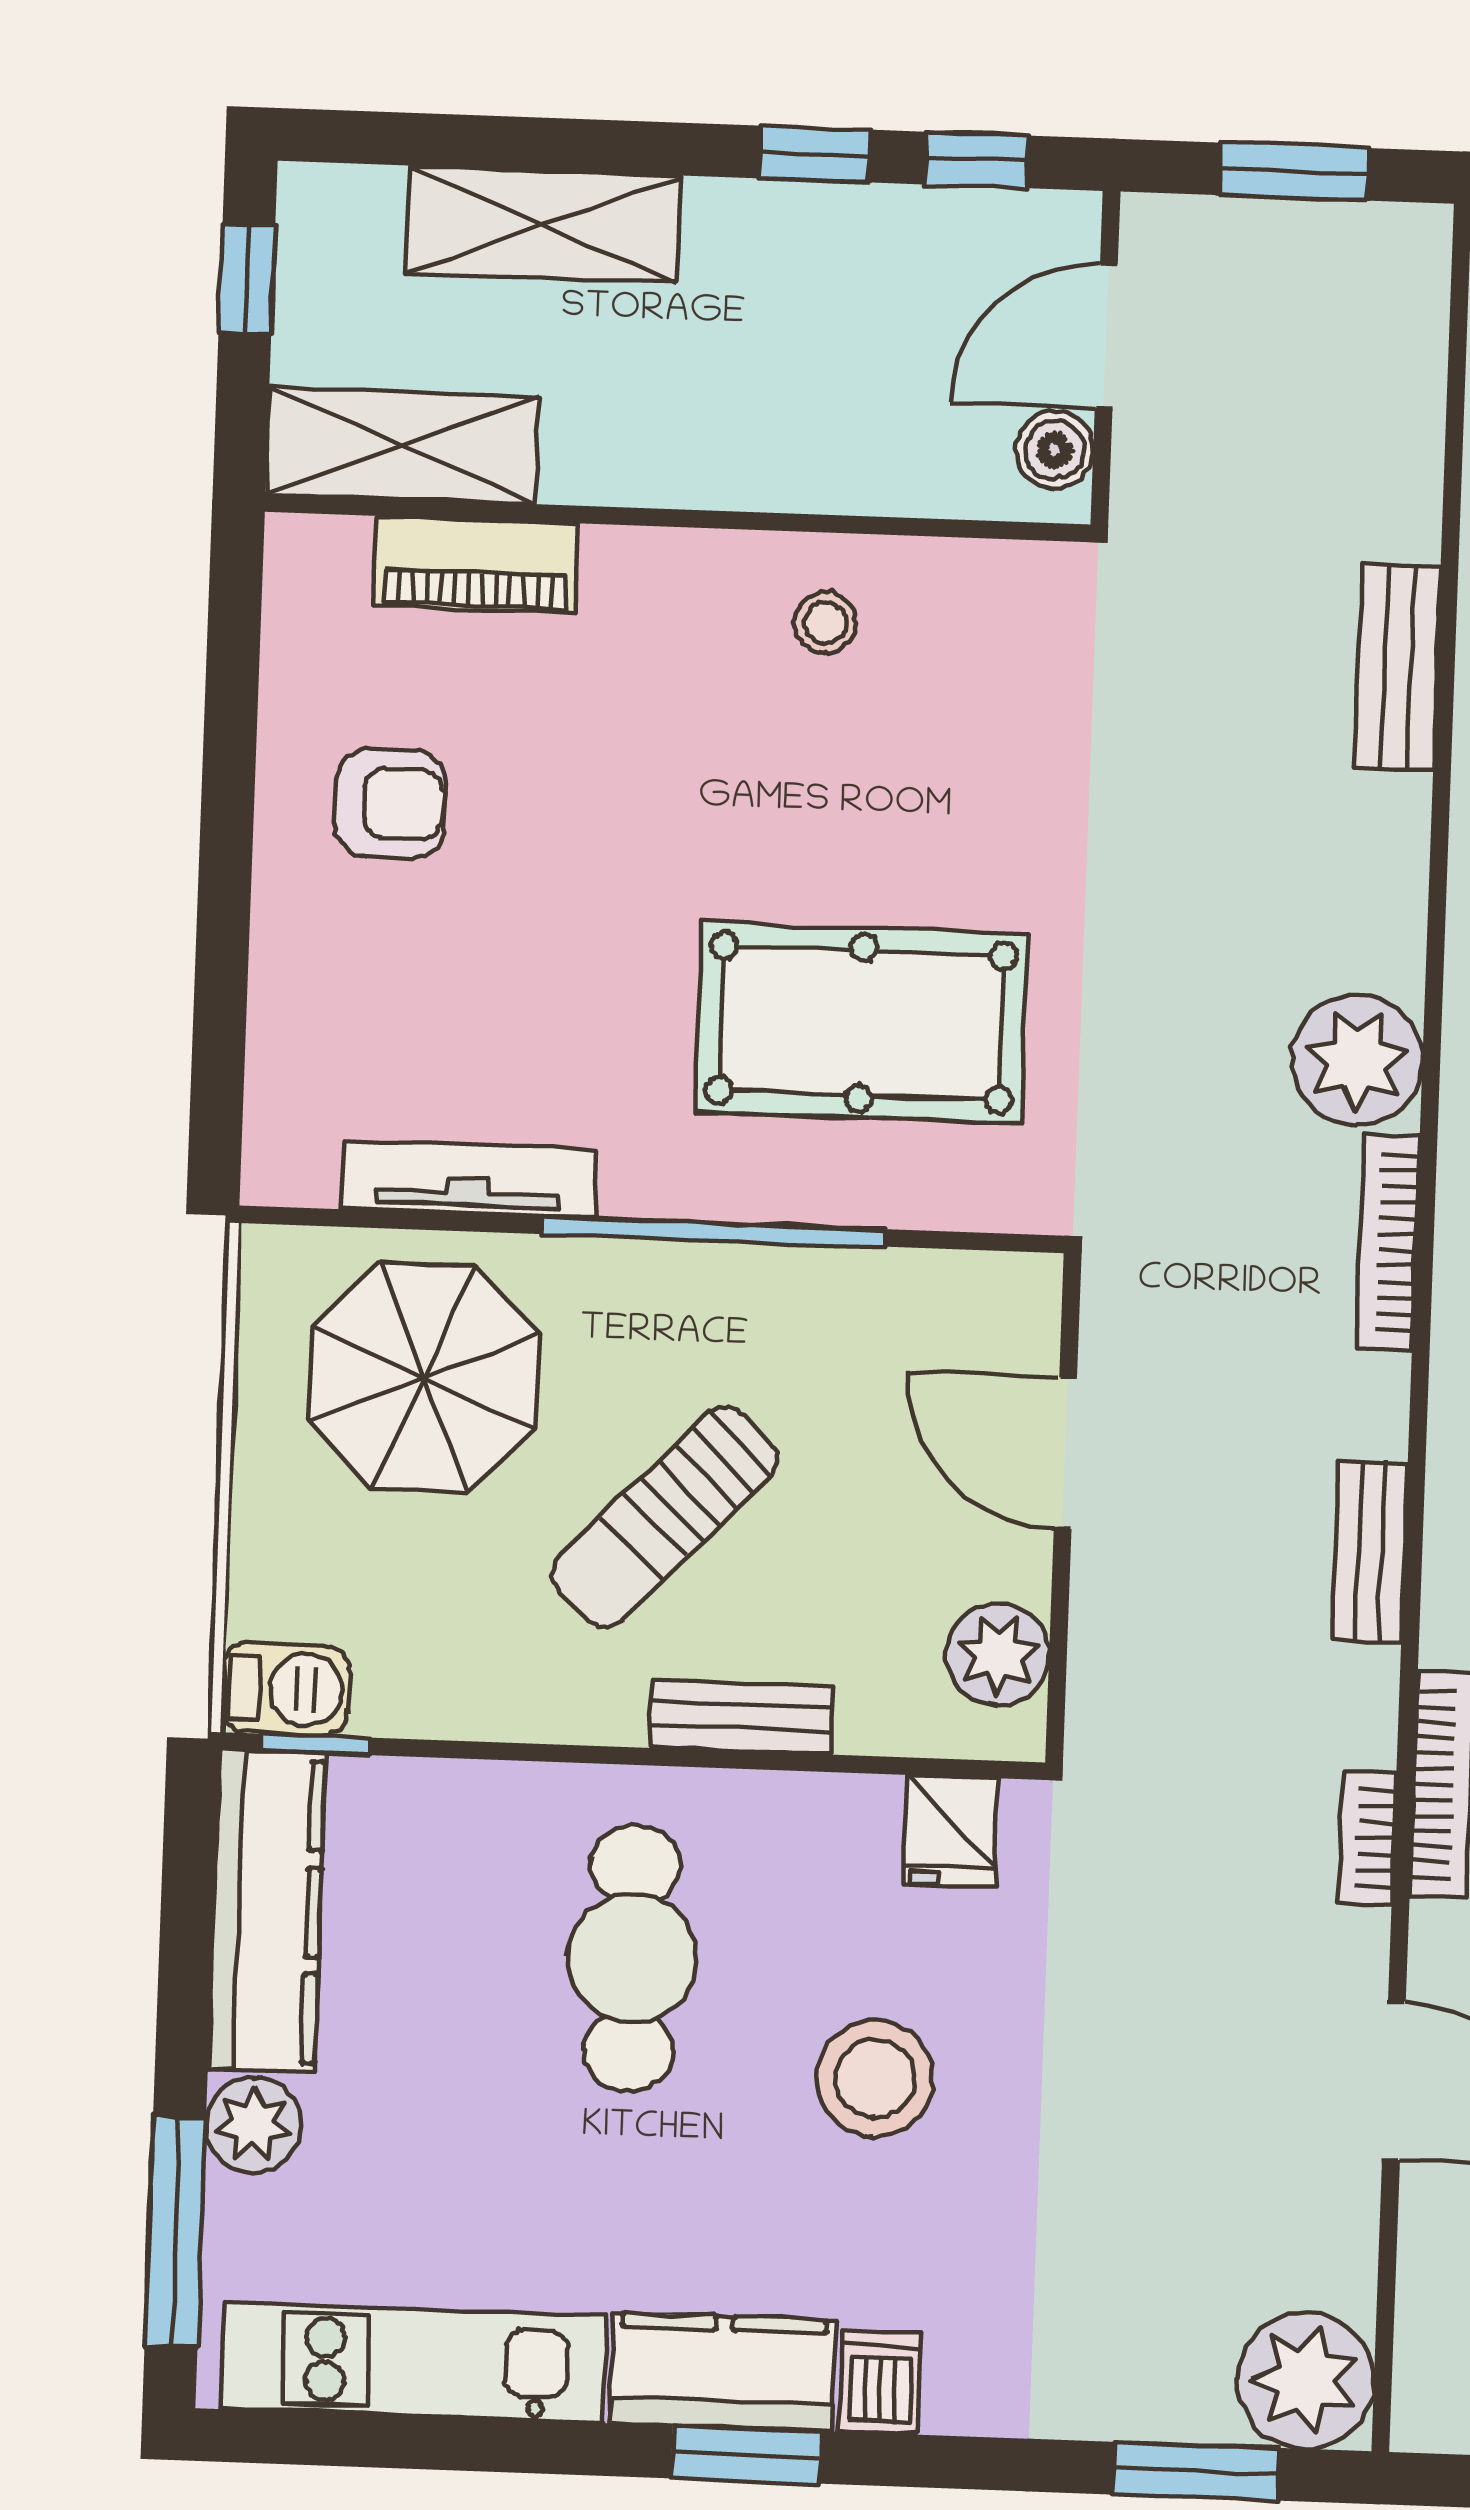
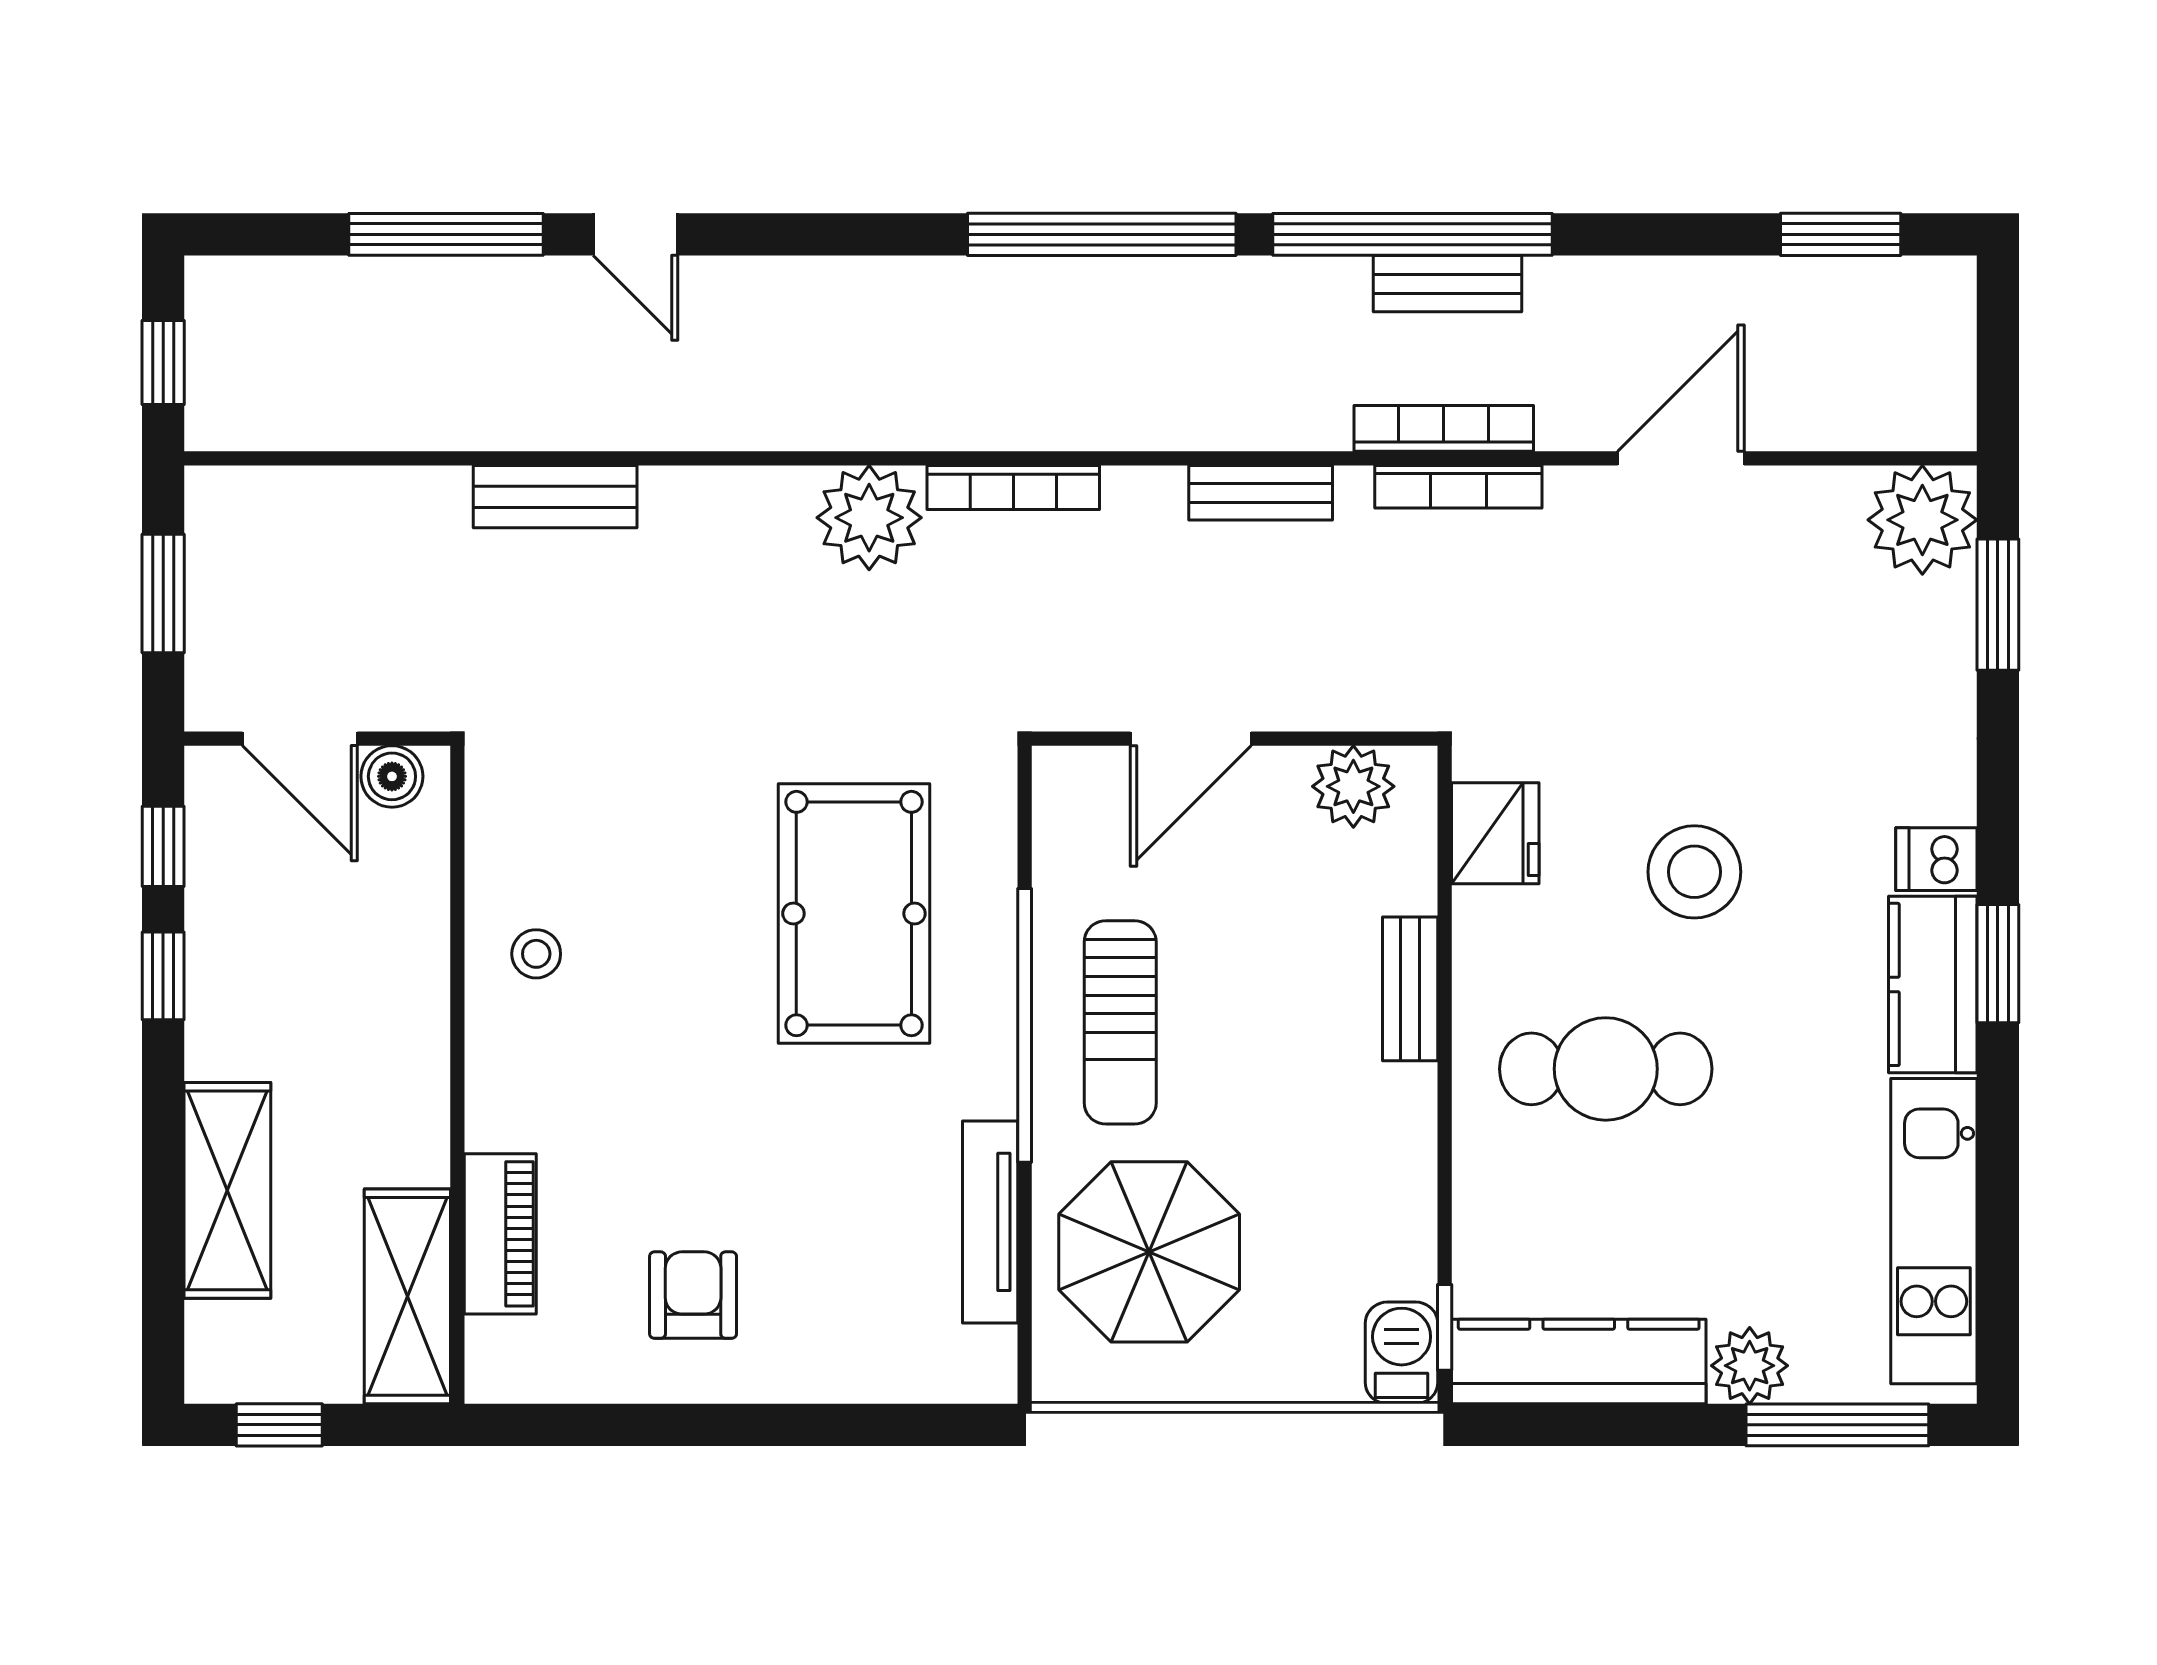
sun lounger: (665, 1517) -> (1120, 1022), moved, turned 46
fridge: (950, 1831) -> (1495, 833), width x1.38
bookcase: (1367, 1838) -> (1458, 487), width x1.56

